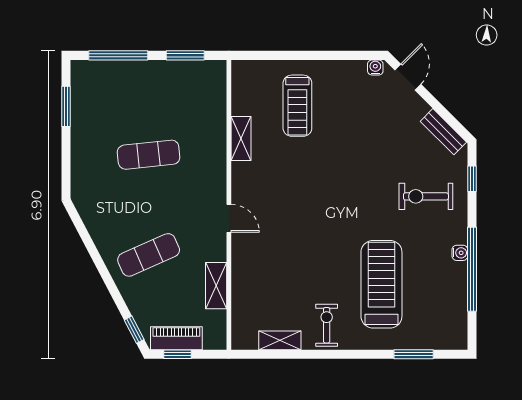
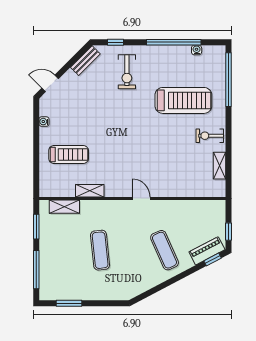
water cooler: (375, 67) -> (44, 122), moved
door: (229, 218) -> (141, 199), hinge flipped
water cooler: (460, 253) -> (197, 50), moved
treadmill: (381, 284) -> (183, 100), turned 180
shelving: (216, 286) -> (64, 207), moved
piano: (176, 338) -> (207, 251), moved, turned 62
window: (414, 354) -> (228, 80), width x2.11

